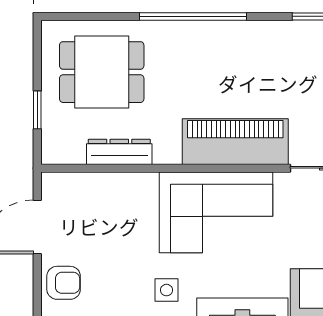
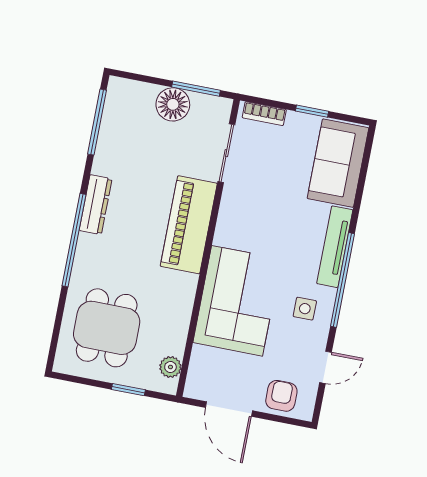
plant: (72, 152) -> (170, 367), added
dresser: (119, 152) -> (96, 205), moved, turned 180
corner sofa: (216, 212) -> (237, 301), moved

